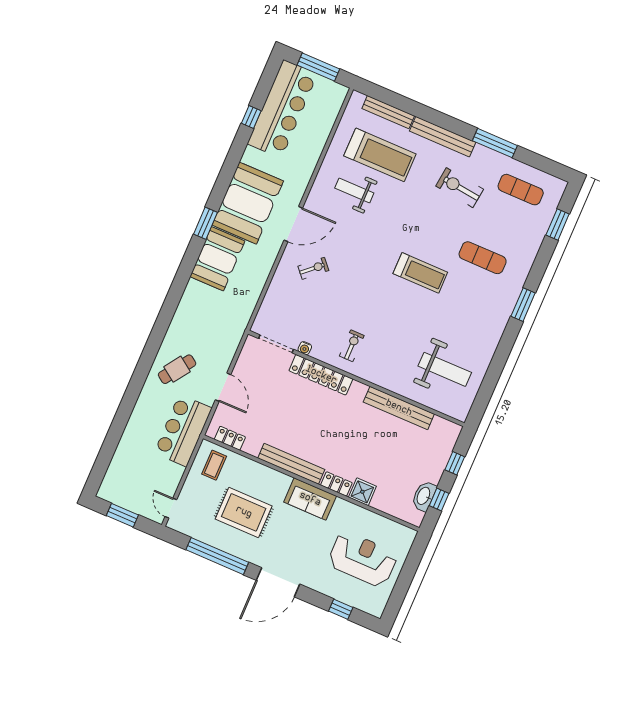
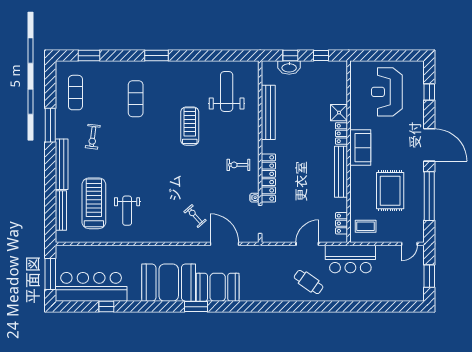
exercise bike: (460, 188) -> (93, 137), width x0.73, depth x0.72
door: (293, 224) -> (224, 244), moved
treadmill: (420, 273) -> (190, 126), moved
washbasin: (424, 496) -> (289, 67), moved

